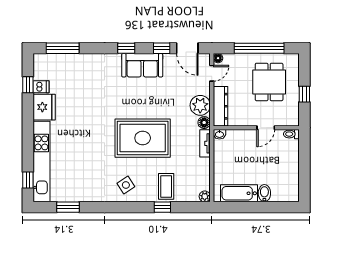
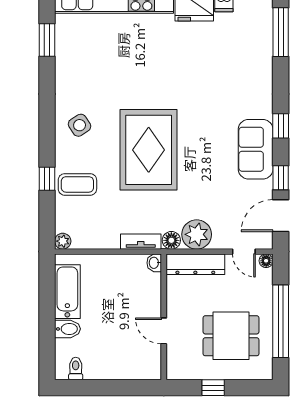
toilet: (291, 134) -> (76, 369), moved

